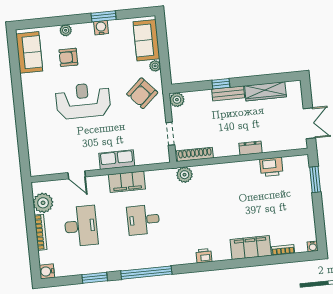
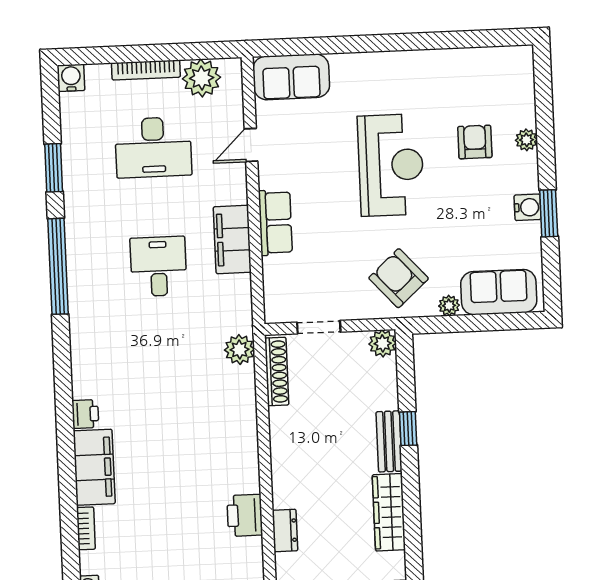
sofa: (29, 52) -> (291, 77), moved
dresser: (250, 148) -> (285, 530), moved
printer: (204, 256) -> (85, 414), moved

